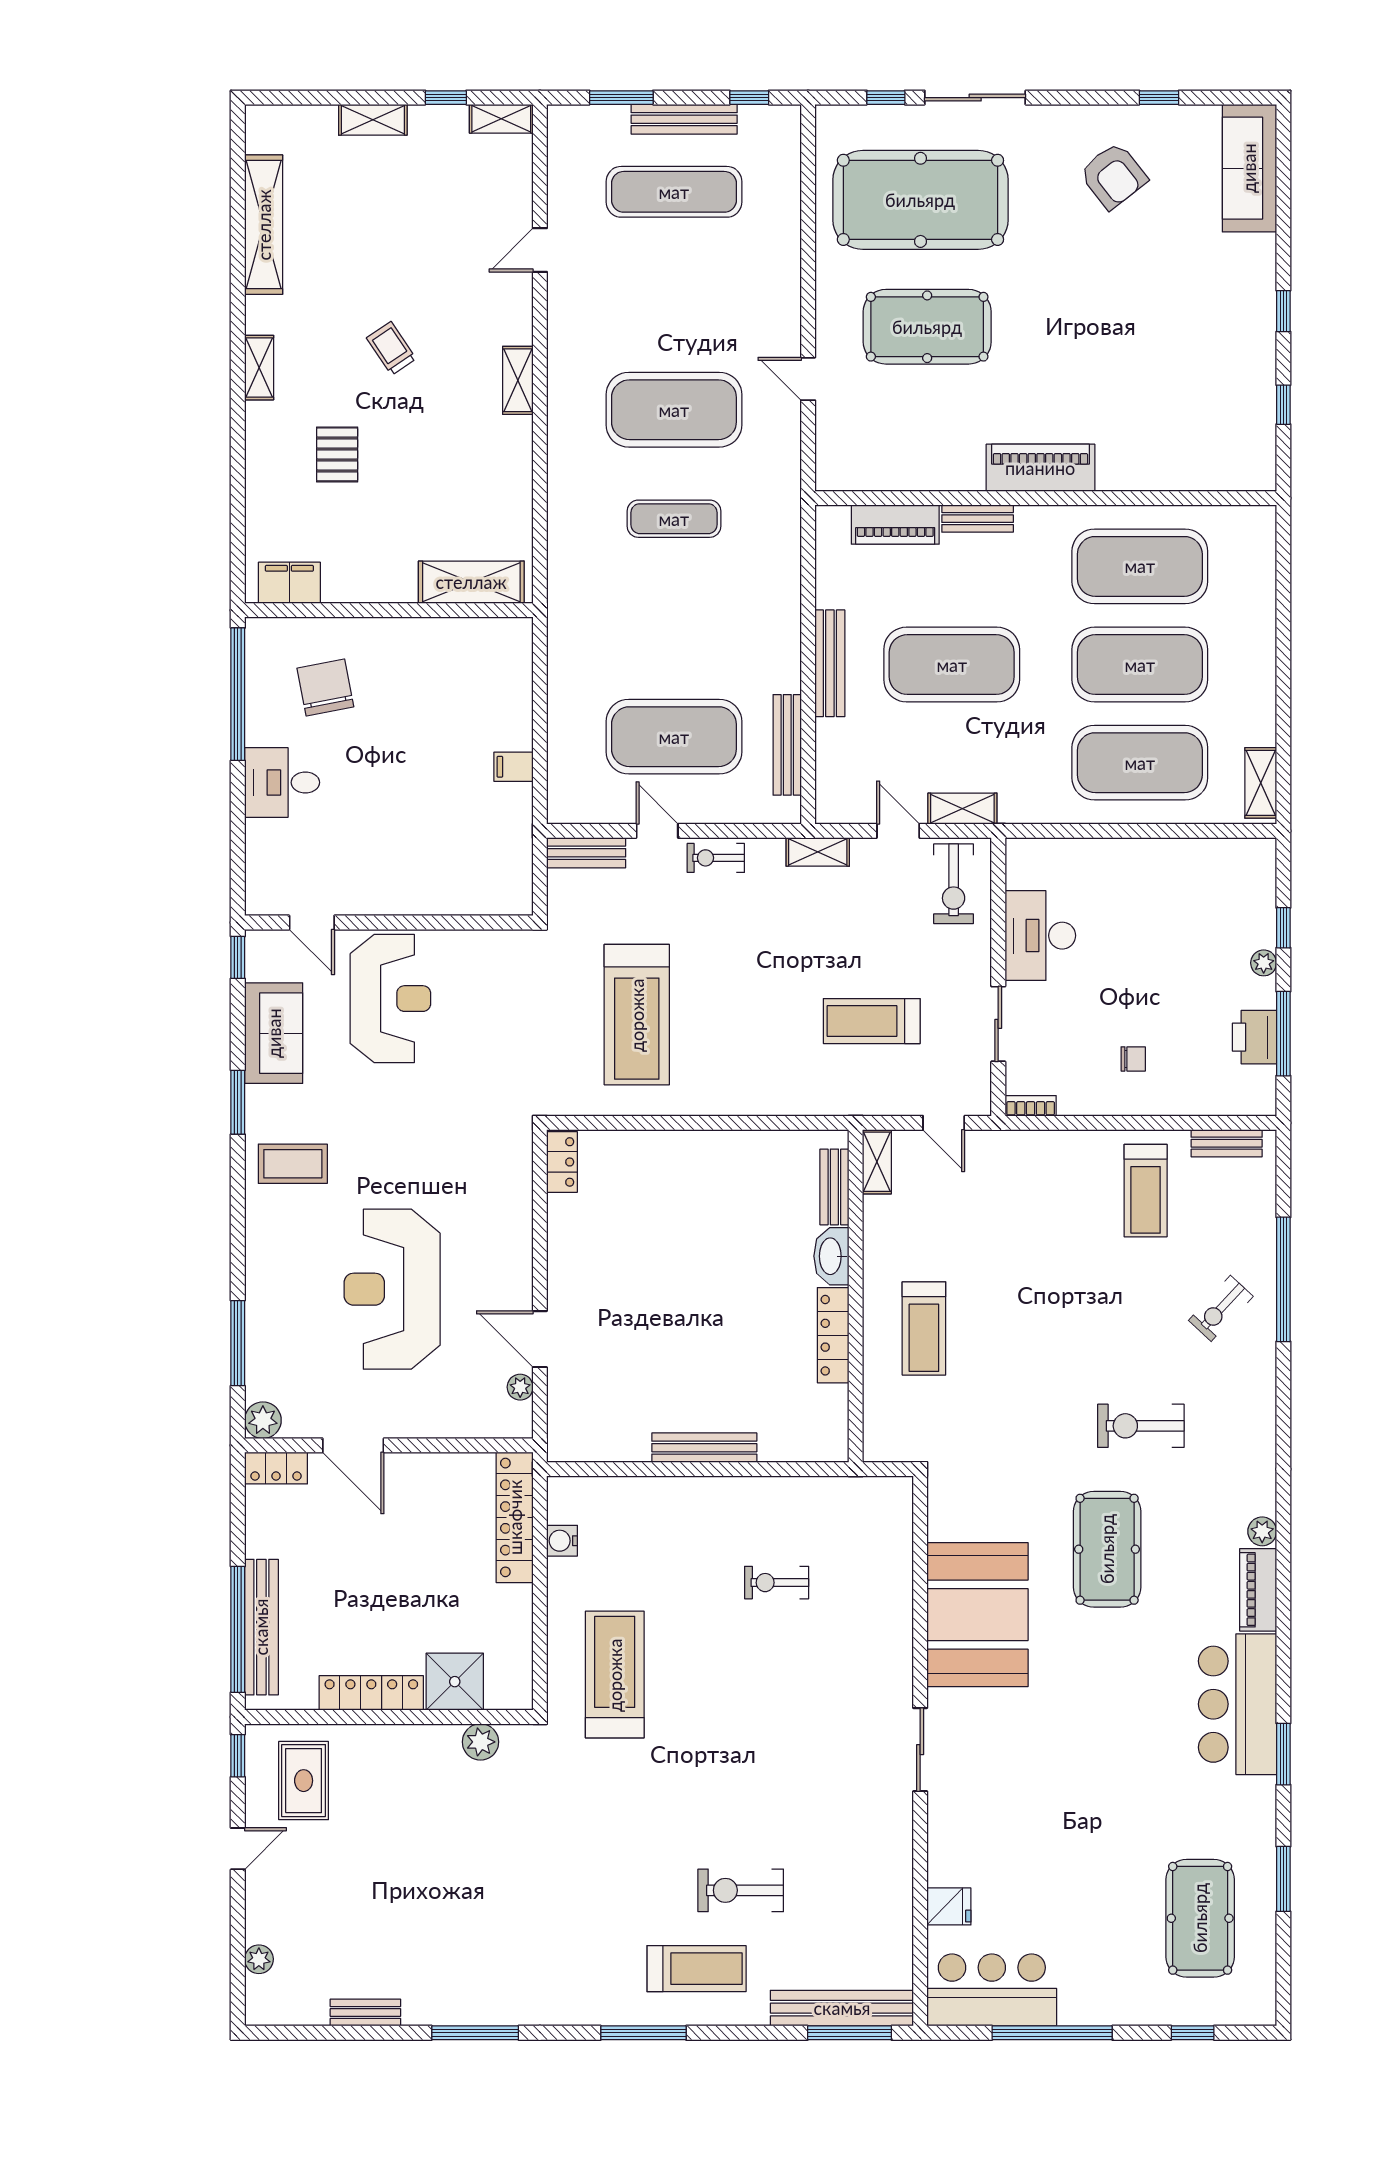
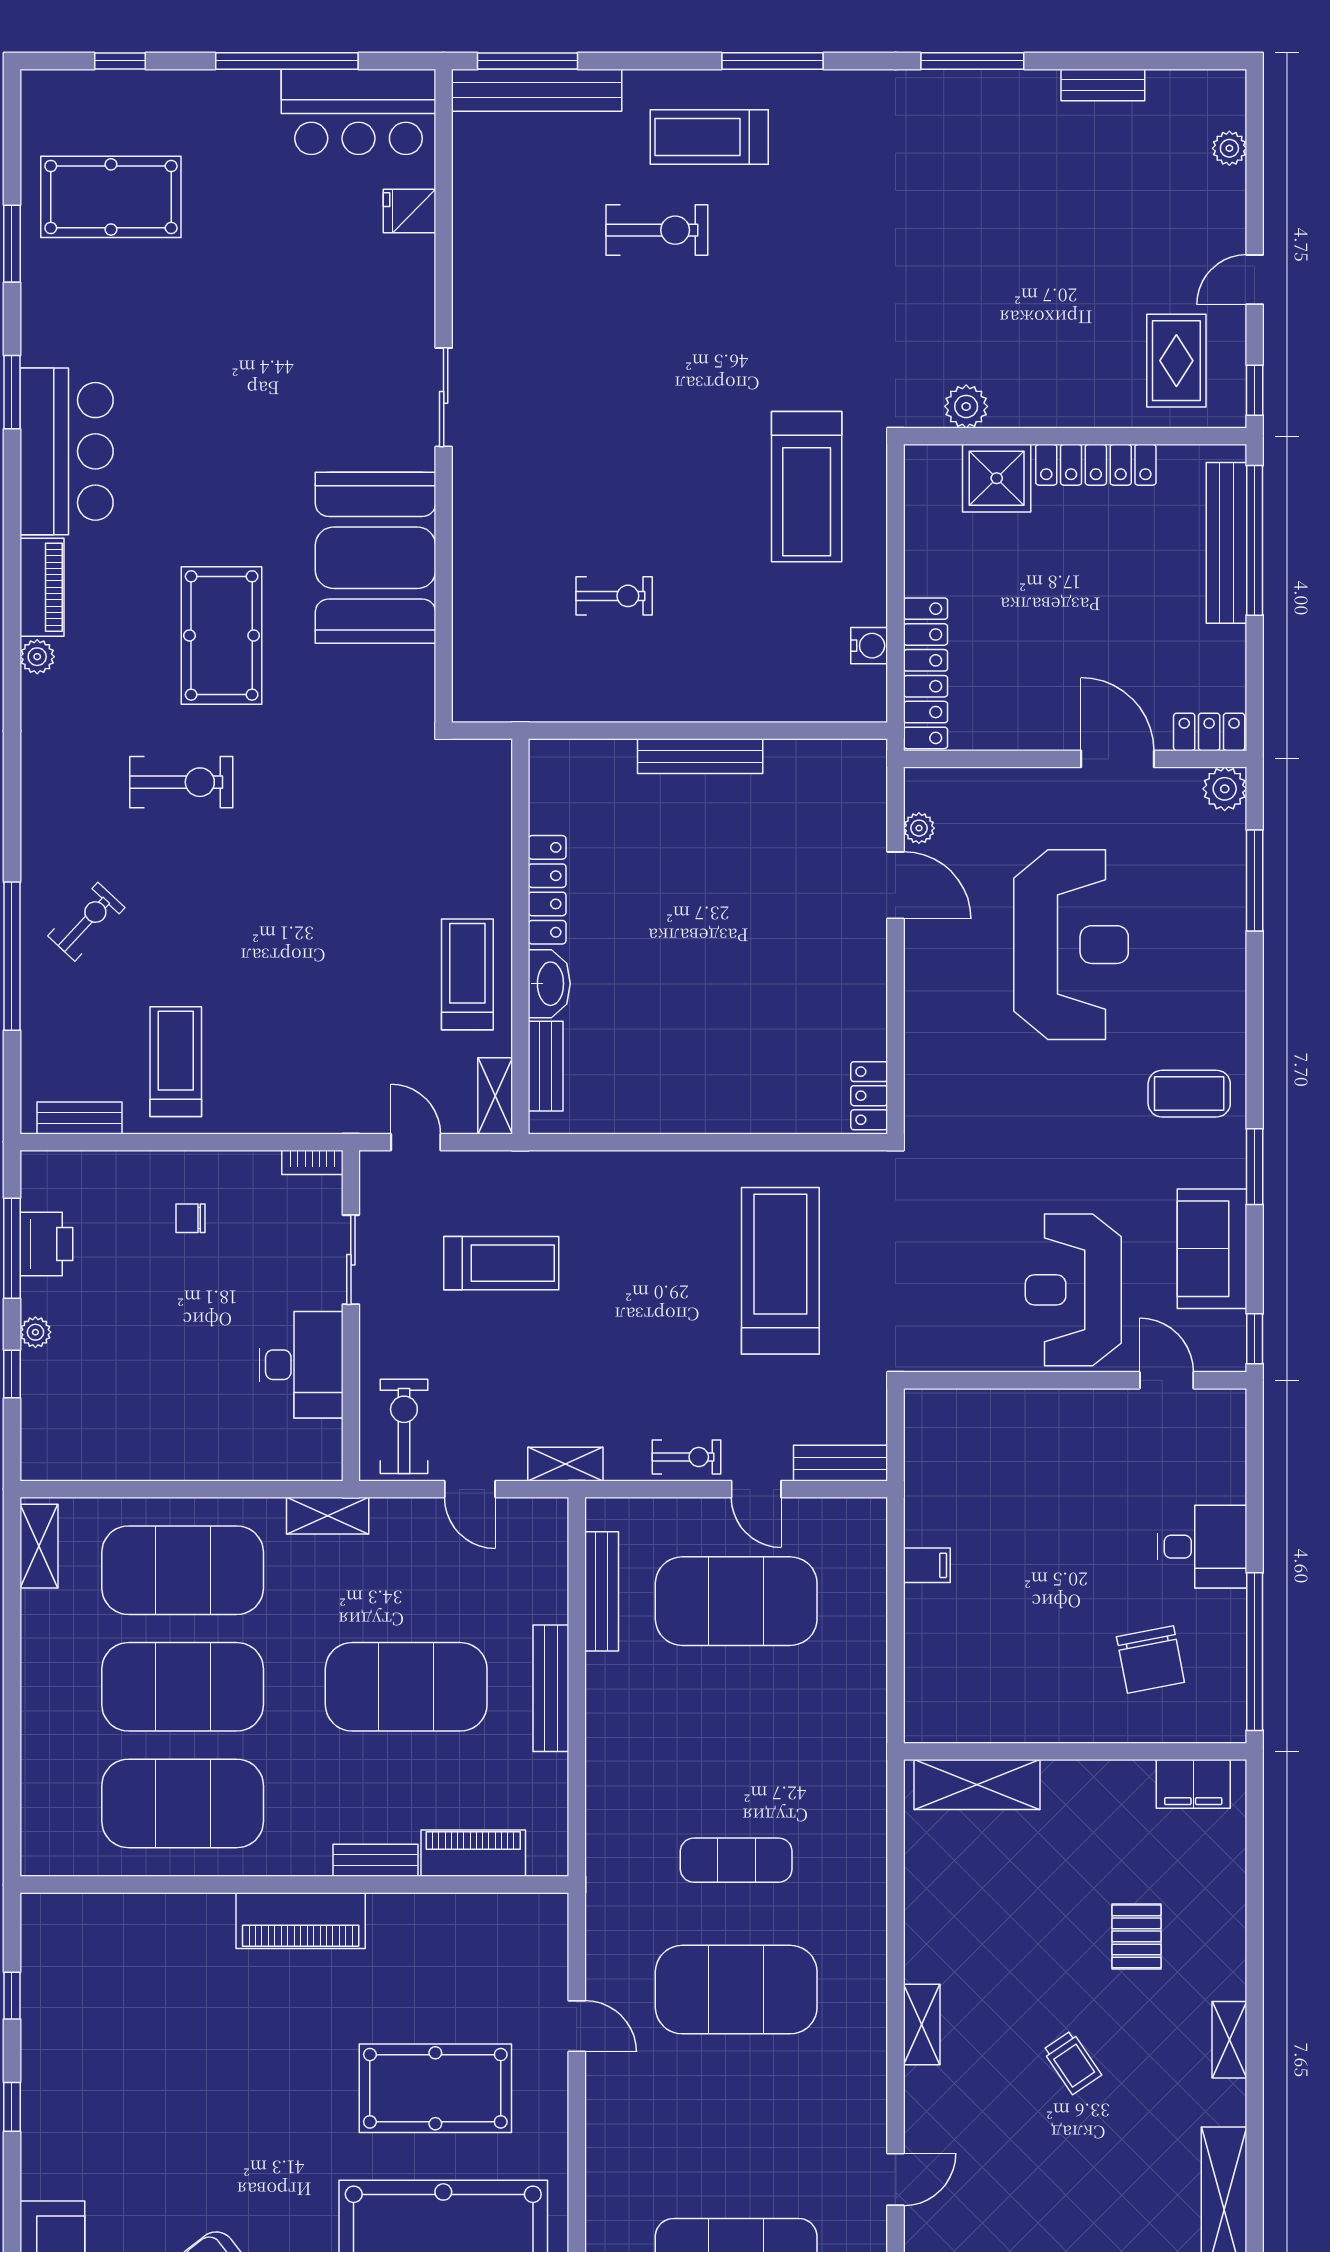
shelving: (962, 809) -> (328, 1516), moved
treadmill: (924, 1328) -> (467, 974), moved
pool table: (1200, 1918) -> (111, 197), turned 90

